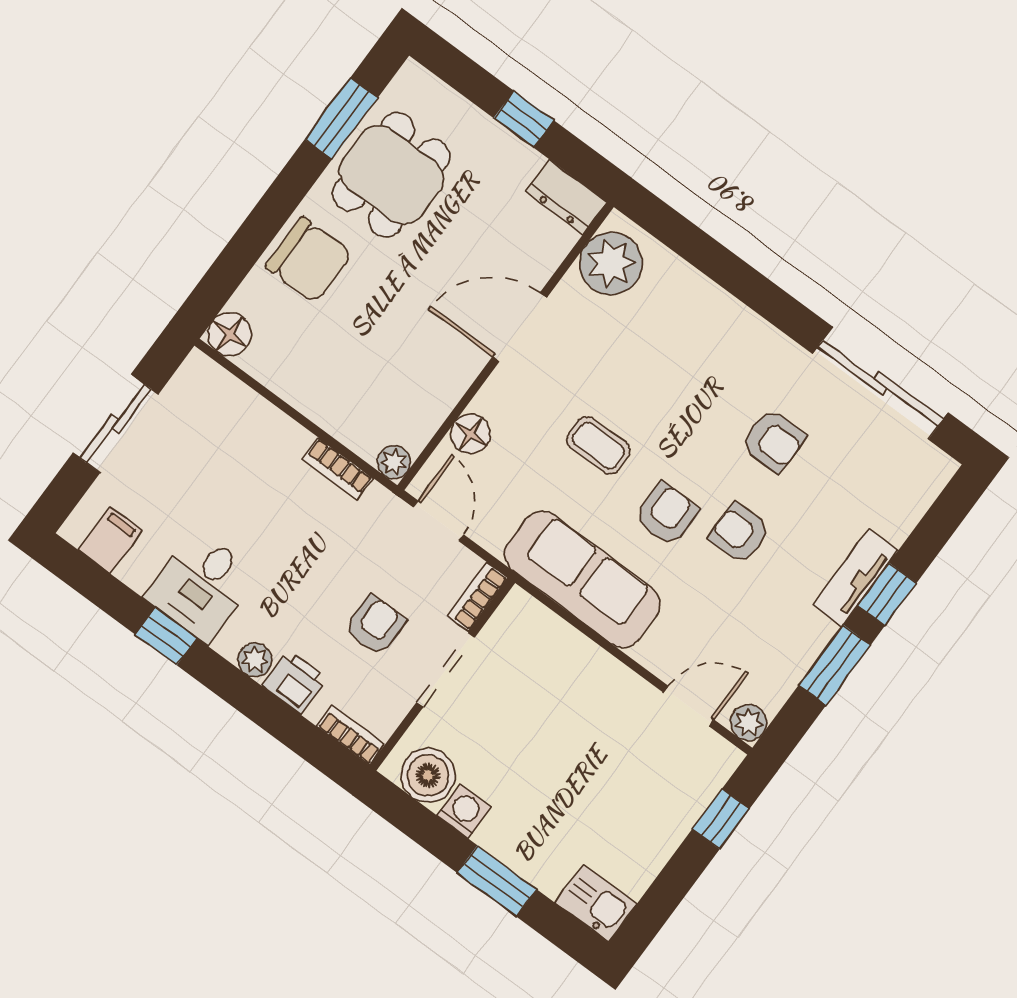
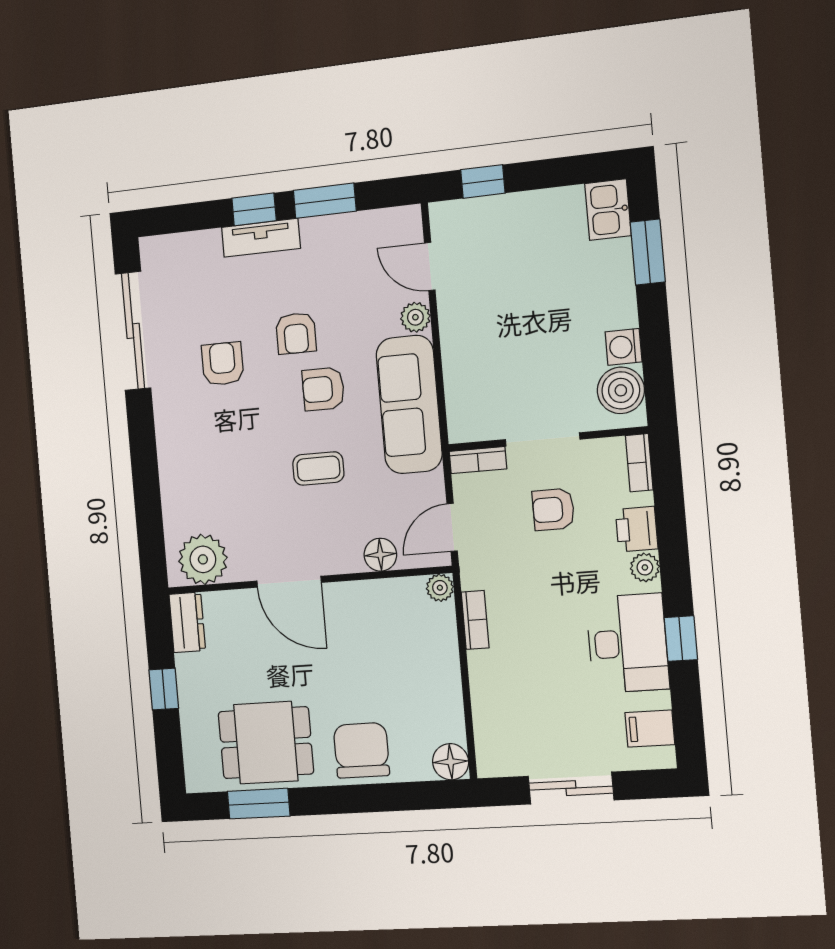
coffee table: (598, 445) -> (318, 469), turned 90
desk: (201, 586) -> (628, 643), width x1.37
plant: (749, 723) -> (415, 317), moved
window: (497, 881) -> (648, 252), moved

